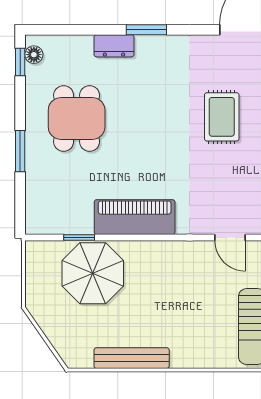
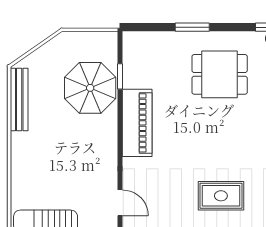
door: (230, 237) -> (120, 203), swing flipped
bench: (132, 358) -> (19, 99), moved

